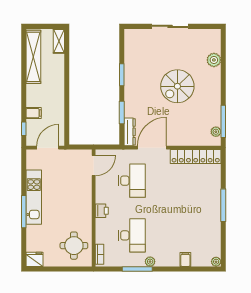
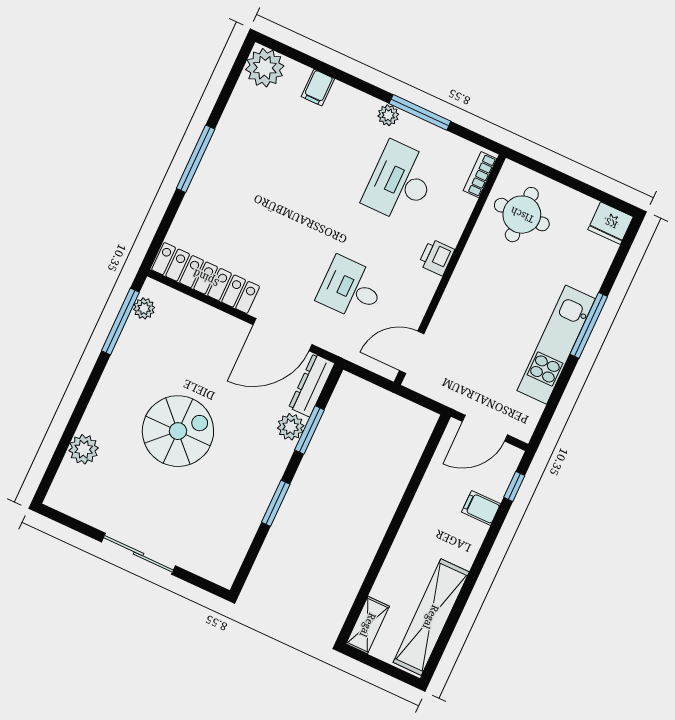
plant: (130, 110) -> (291, 427), added
desk: (132, 181) -> (351, 289), width x0.73
plant: (216, 262) -> (265, 68), width x1.88, depth x1.88

